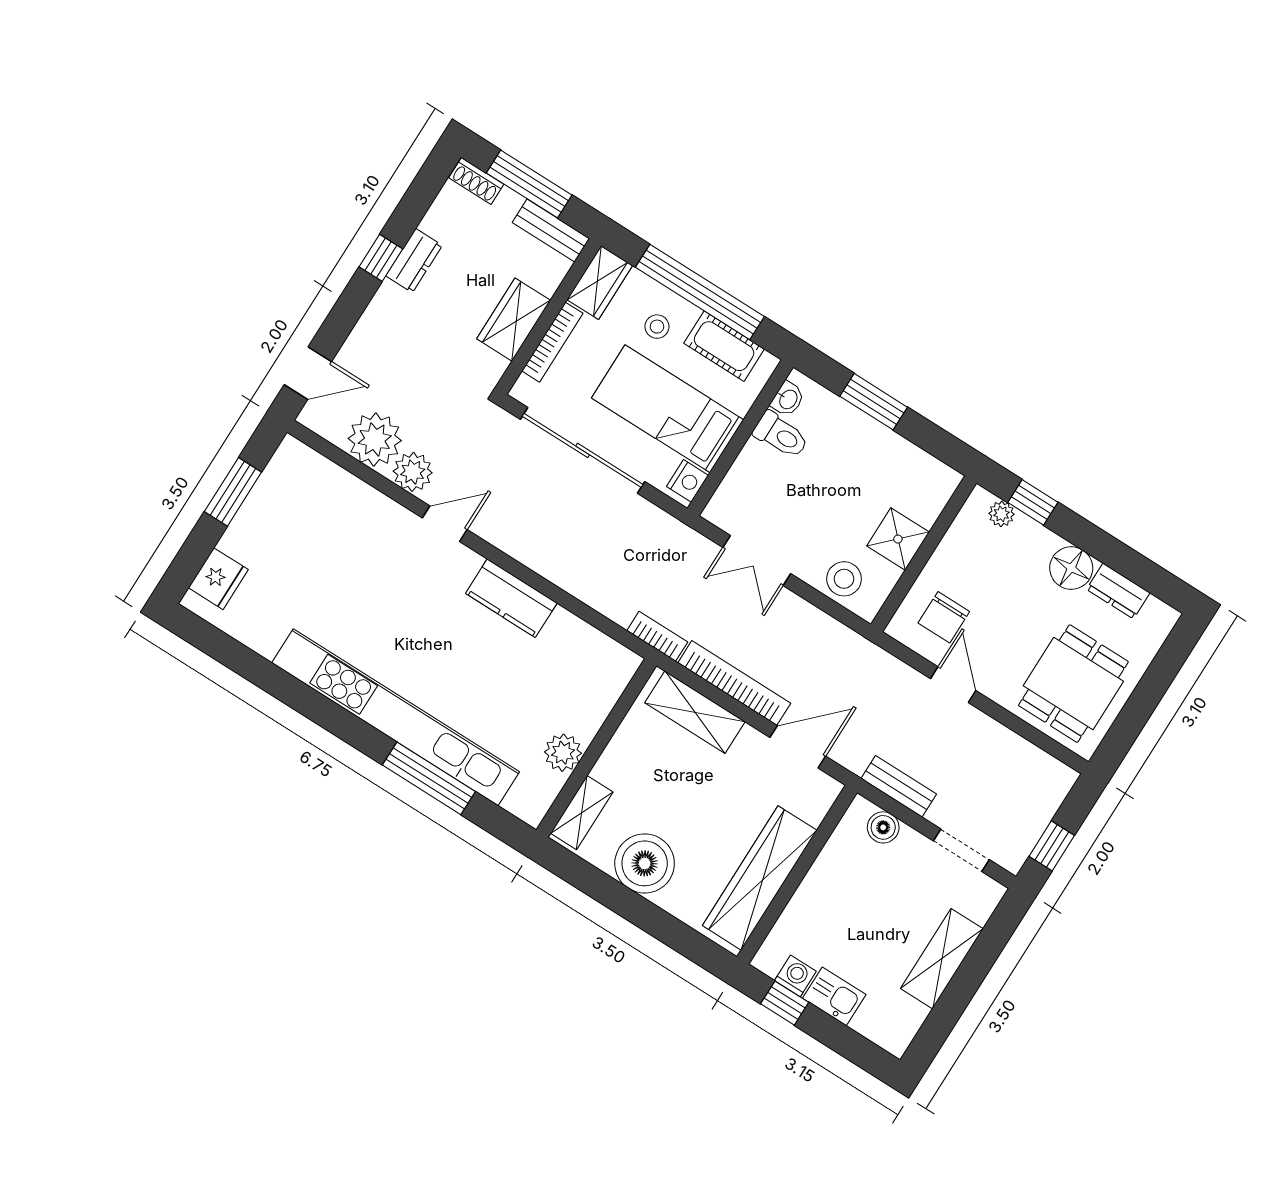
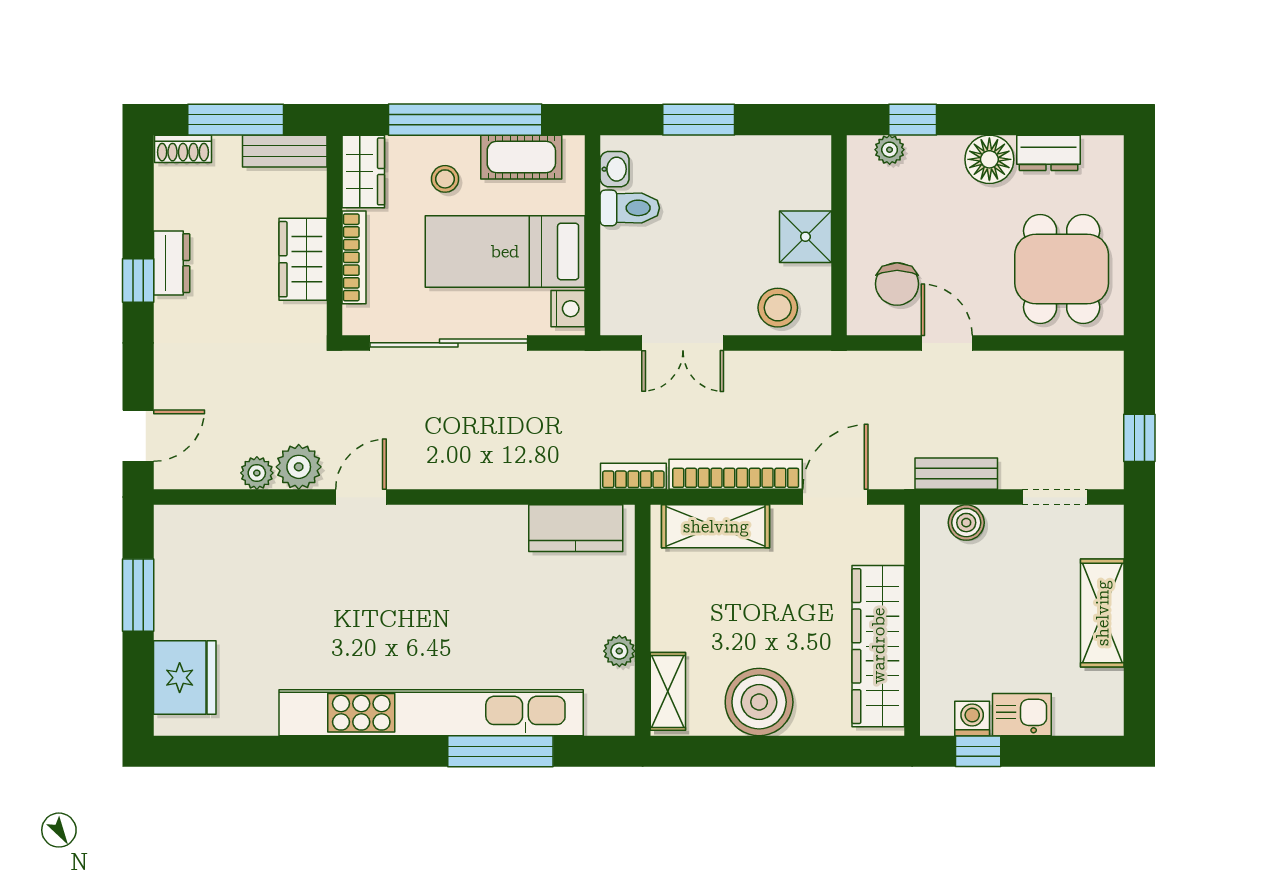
plant: (375, 440) -> (257, 473), width x0.53, depth x0.53
fridge: (218, 579) -> (185, 678), width x1.36, depth x1.34
kitchen counter: (511, 598) -> (576, 528), moved
plant: (563, 753) -> (619, 651), width x0.73, depth x0.73

